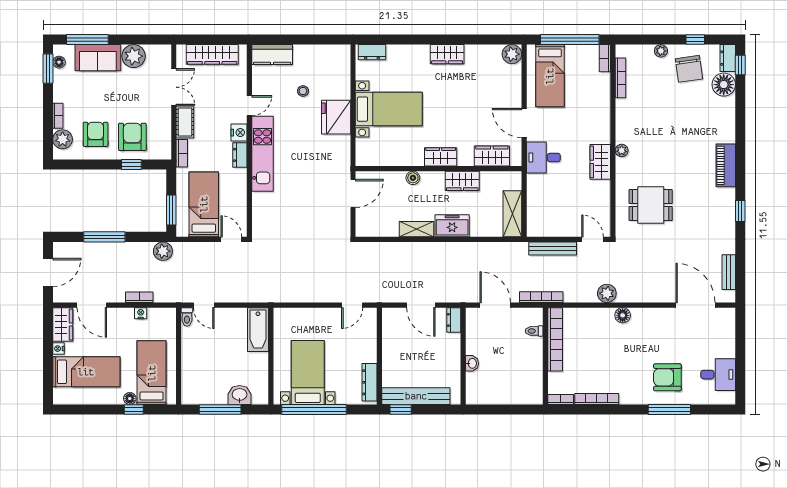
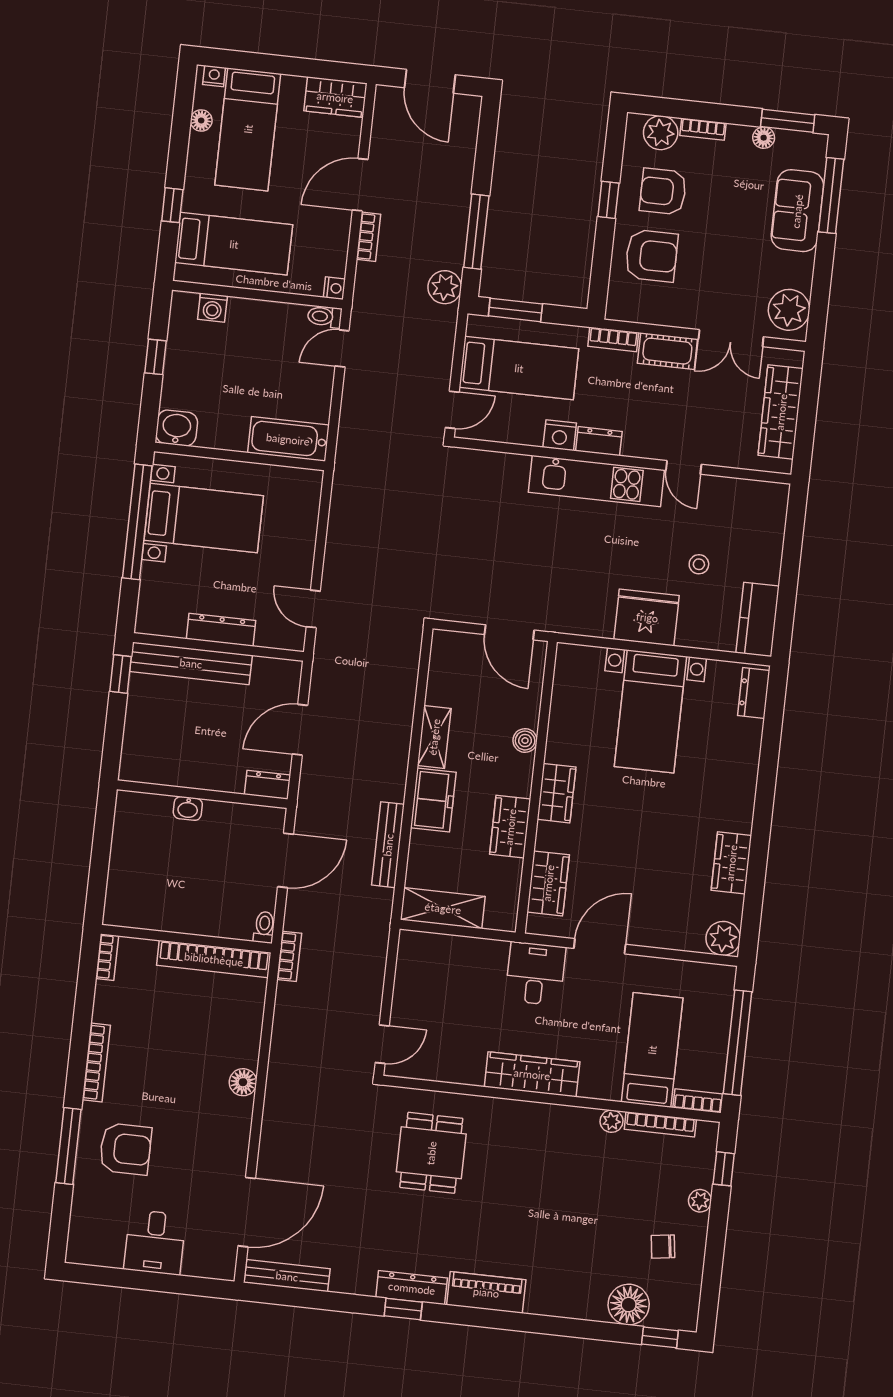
window: (695, 40) -> (724, 1169), moved
wardrobe: (447, 54) -> (731, 863), moved
kitchen counter: (272, 55) -> (758, 619), moved
plant: (134, 56) -> (789, 310), moved
dresser: (728, 58) -> (412, 1288), moved, width x1.44
floor lamp: (59, 62) -> (764, 138), moved
chair: (689, 69) -> (663, 1247), width x0.54, depth x0.54
bed: (550, 76) -> (652, 1050), moved, turned 90
nightstand: (239, 133) -> (560, 435), moved
armchair: (96, 134) -> (663, 191), turned 180
plant: (622, 151) -> (612, 1121), moved
wardrobe: (600, 162) -> (532, 1074), width x1.50
window: (131, 165) -> (608, 200), moved
window: (104, 237) -> (476, 232), moved
bench: (553, 248) -> (388, 845), moved
bench: (729, 272) -> (287, 1276), width x1.36
plant: (607, 293) -> (284, 1059), removed
bookcase: (541, 297) -> (289, 956), width x0.64
door: (92, 305) -> (360, 185), moved
nightstand: (141, 313) -> (334, 288), moved
toilet: (534, 331) -> (264, 927), moved
nightstand: (58, 349) -> (214, 76), moved
desk: (718, 375) -> (155, 1242), moved
armchair: (667, 377) -> (125, 1149), turned 90
washing machine: (189, 381) -> (212, 308), added
dresser: (369, 382) -> (221, 630), moved
washbasin: (240, 395) -> (177, 428), moved, turned -90
bench: (416, 396) -> (191, 663), moved, turned 90
floor lamp: (130, 399) -> (201, 120), moved
bookcase: (597, 399) -> (96, 1063), moved
window: (220, 410) -> (156, 357), width x0.46

